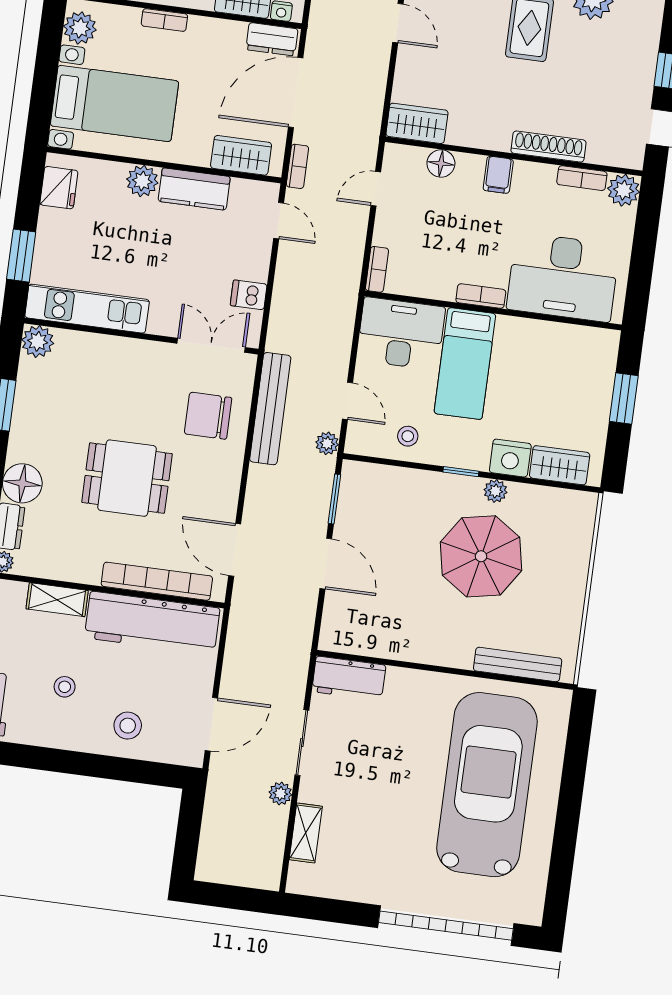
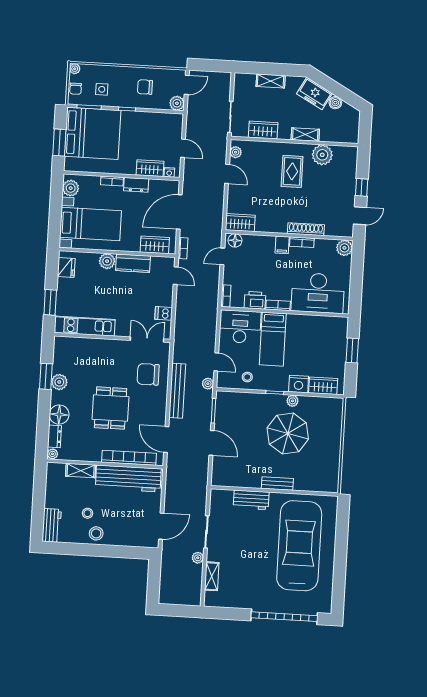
dresser: (272, 39) -> (136, 185), moved
floor lamp: (441, 163) -> (235, 240), moved
bookcase: (582, 178) -> (302, 242), moved
printer: (435, 282) -> (255, 300), added
plant: (38, 341) -> (59, 382), moved
bench: (270, 409) -> (177, 391), moved
dining table: (127, 478) -> (111, 408), turned 90
bench: (518, 664) -> (277, 484), moved, width x0.73
workbench: (349, 678) -> (251, 500), moved
stool: (128, 726) -> (96, 533), moved

